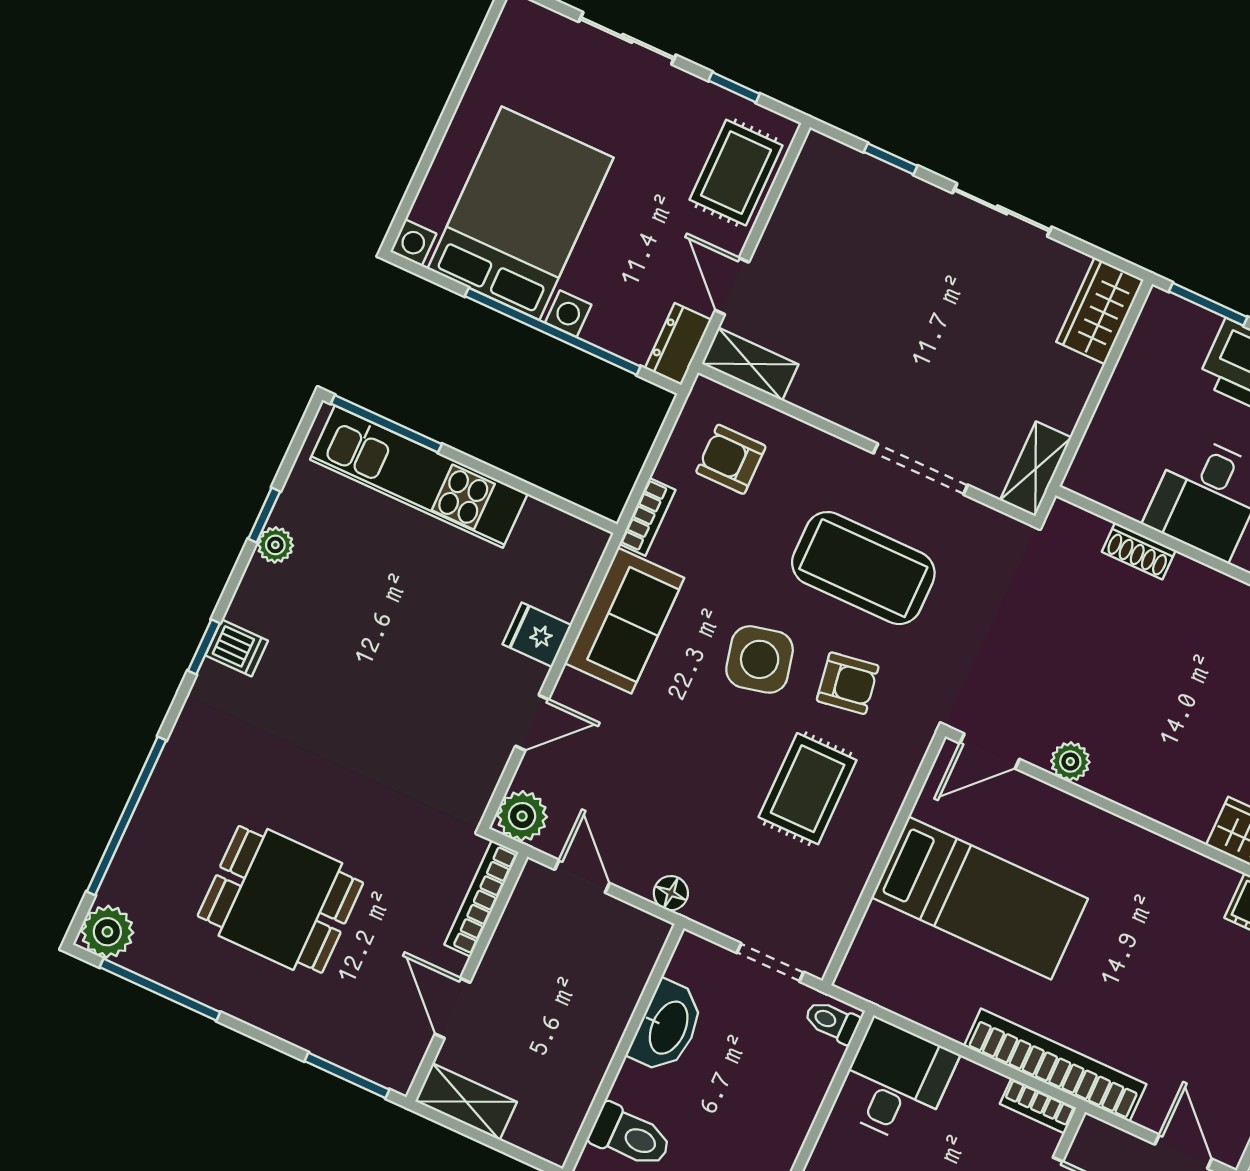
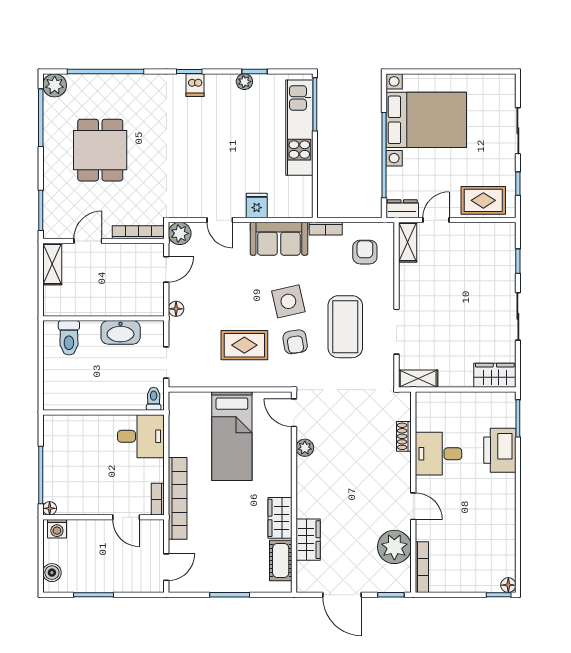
wardrobe: (1189, 877) -> (280, 518), added

